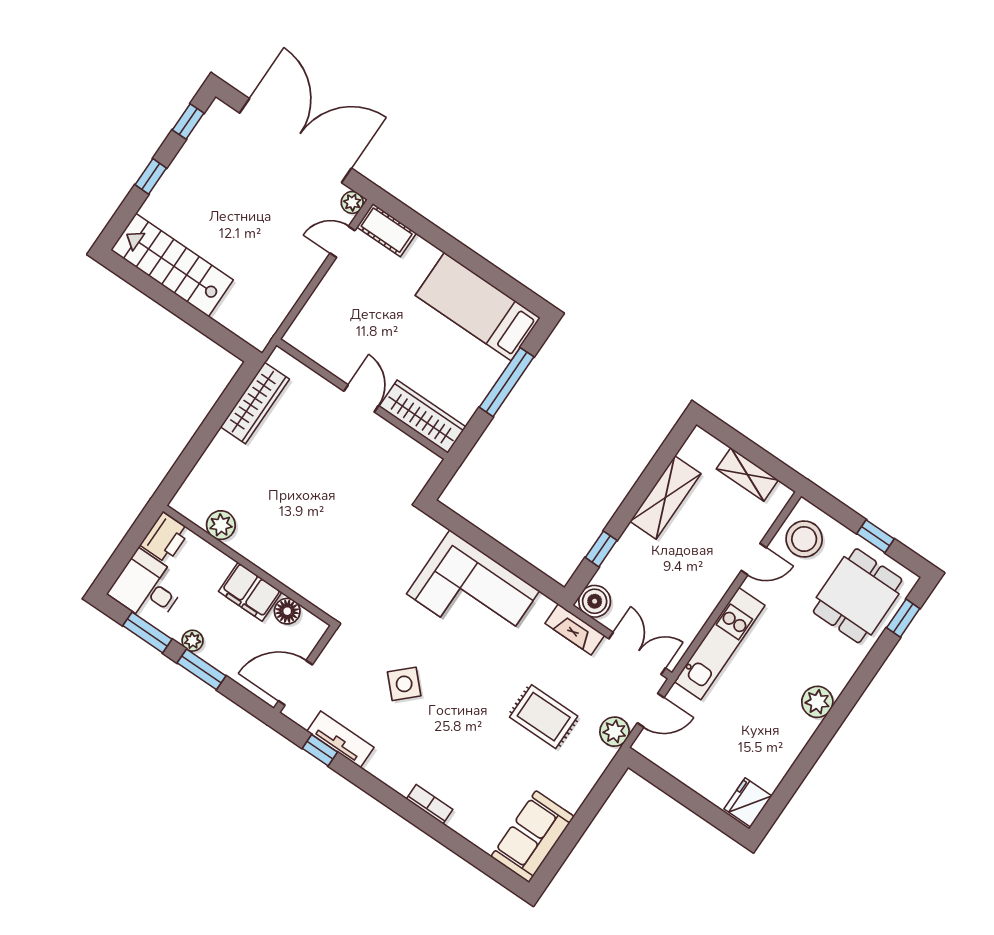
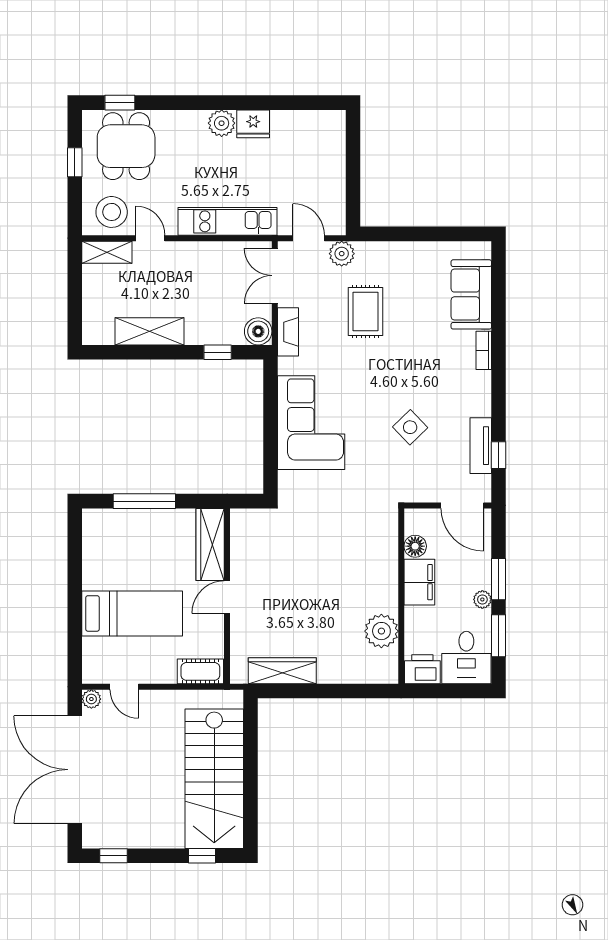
window: (151, 176) -> (202, 856), moved
cot: (387, 230) -> (200, 671), moved, turned 90
stairs: (172, 265) -> (214, 779), width x1.36, depth x1.51
bed: (478, 307) -> (132, 613), moved, turned -90
shelving: (747, 475) -> (107, 252), moved, turned 90
plant: (221, 525) -> (381, 631), width x1.36, depth x1.36
dining table: (858, 596) -> (126, 146), turned 90
fridge: (748, 802) -> (253, 124), moved
sofa: (532, 837) -> (471, 294), moved, turned 90

